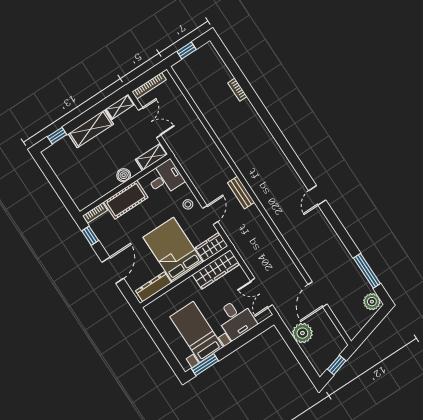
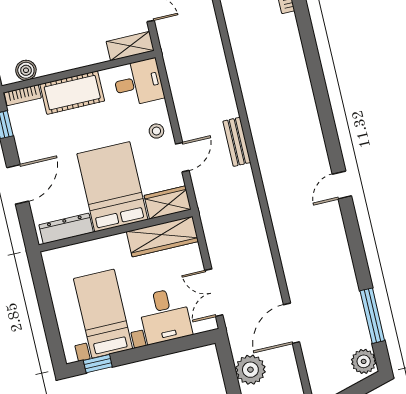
boiler: (124, 175) -> (26, 70), moved
window: (205, 365) -> (98, 364), width x0.67

